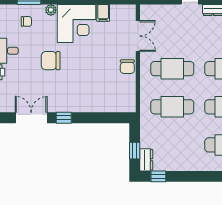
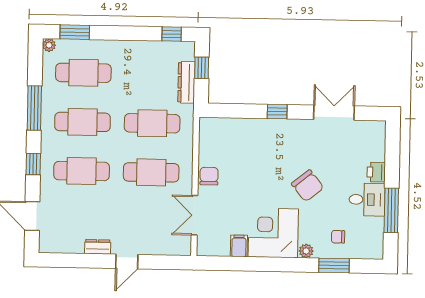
chair: (51, 61) -> (308, 186), turned 51
double door: (31, 118) -> (334, 113), swing flipped
window: (64, 118) -> (277, 112), moved
dresser: (146, 160) -> (186, 82), moved, width x1.44

